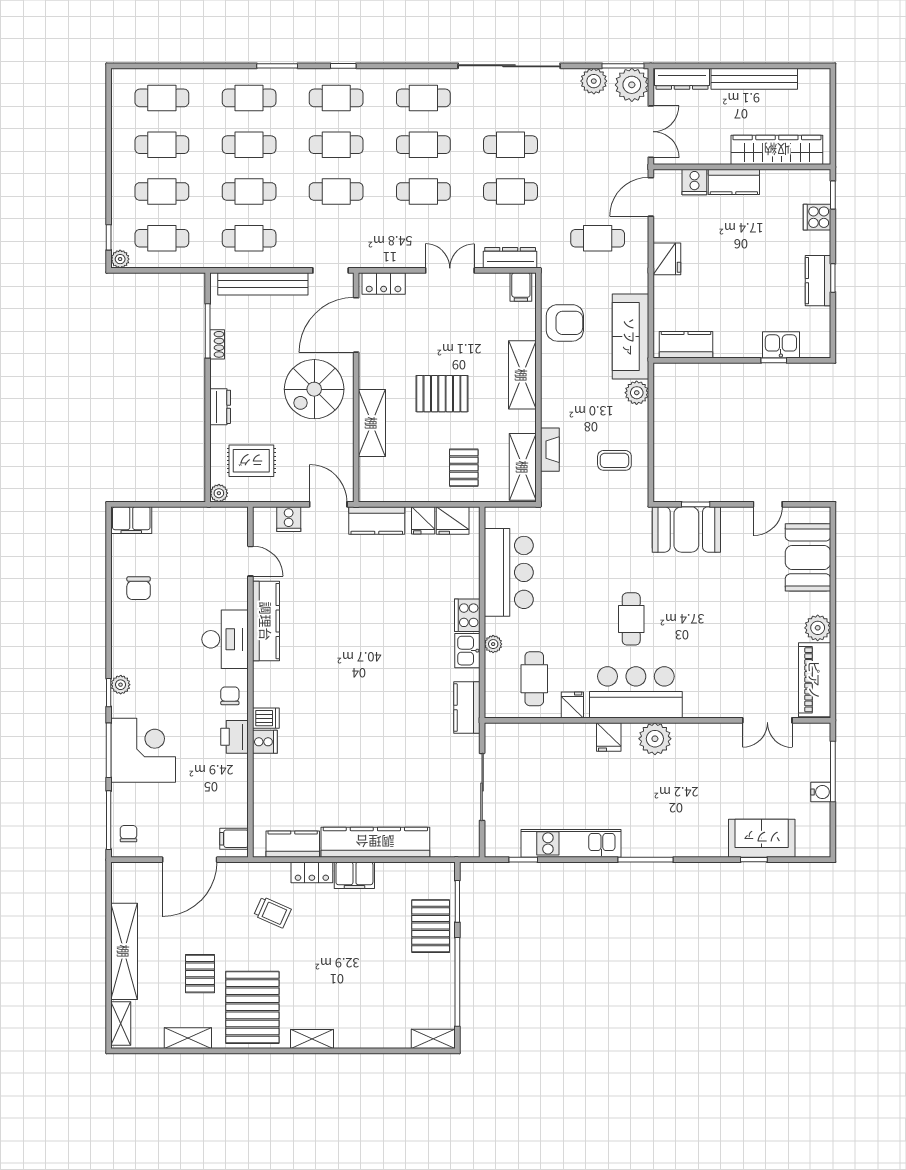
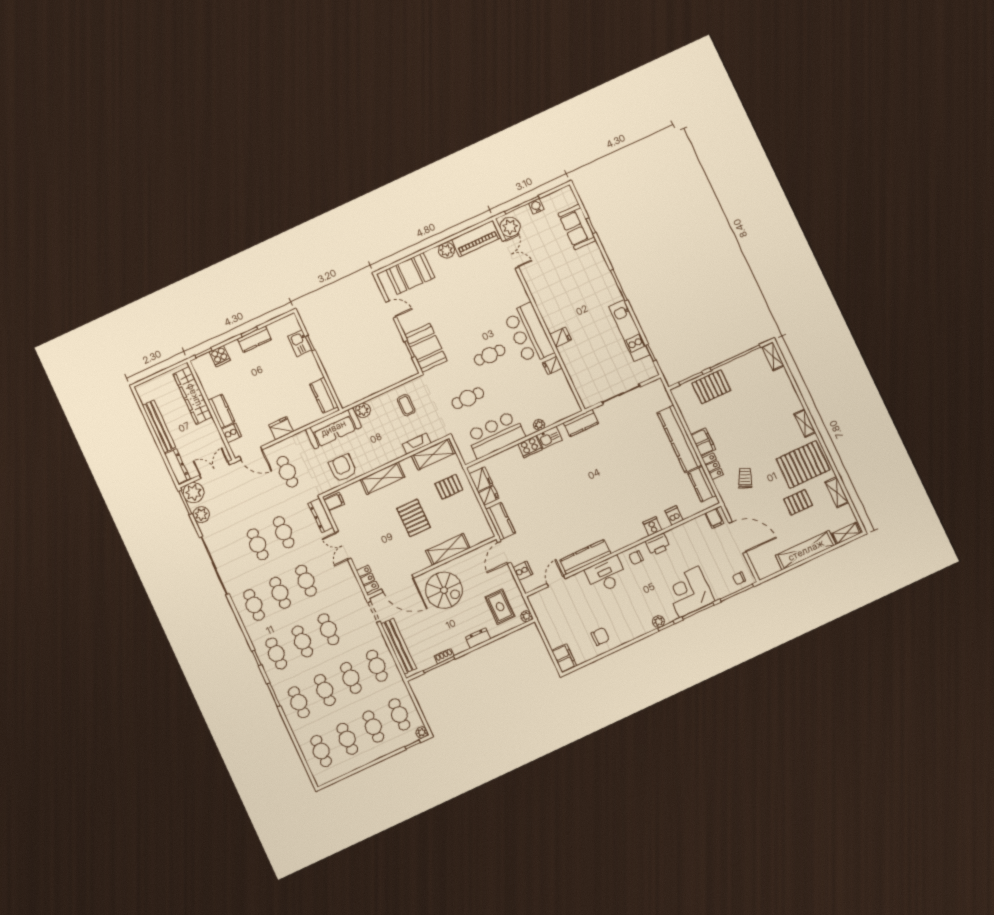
cafe table: (534, 679) -> (468, 398), moved
dishwasher: (266, 718) -> (674, 516), moved
plant: (655, 739) -> (510, 227), moved

